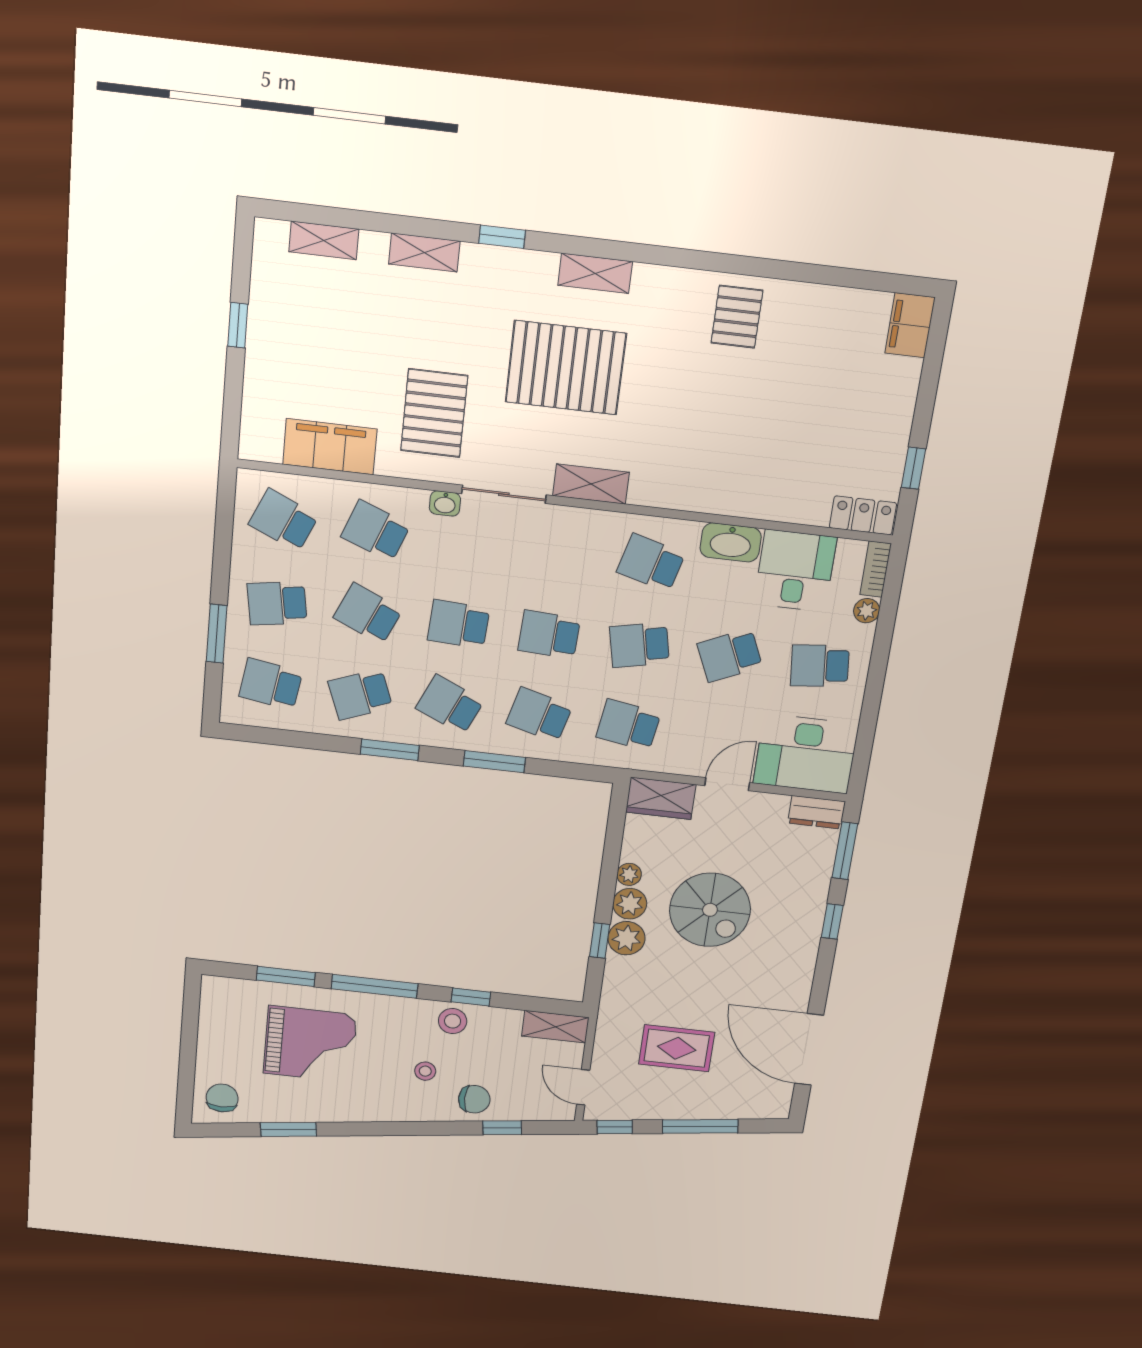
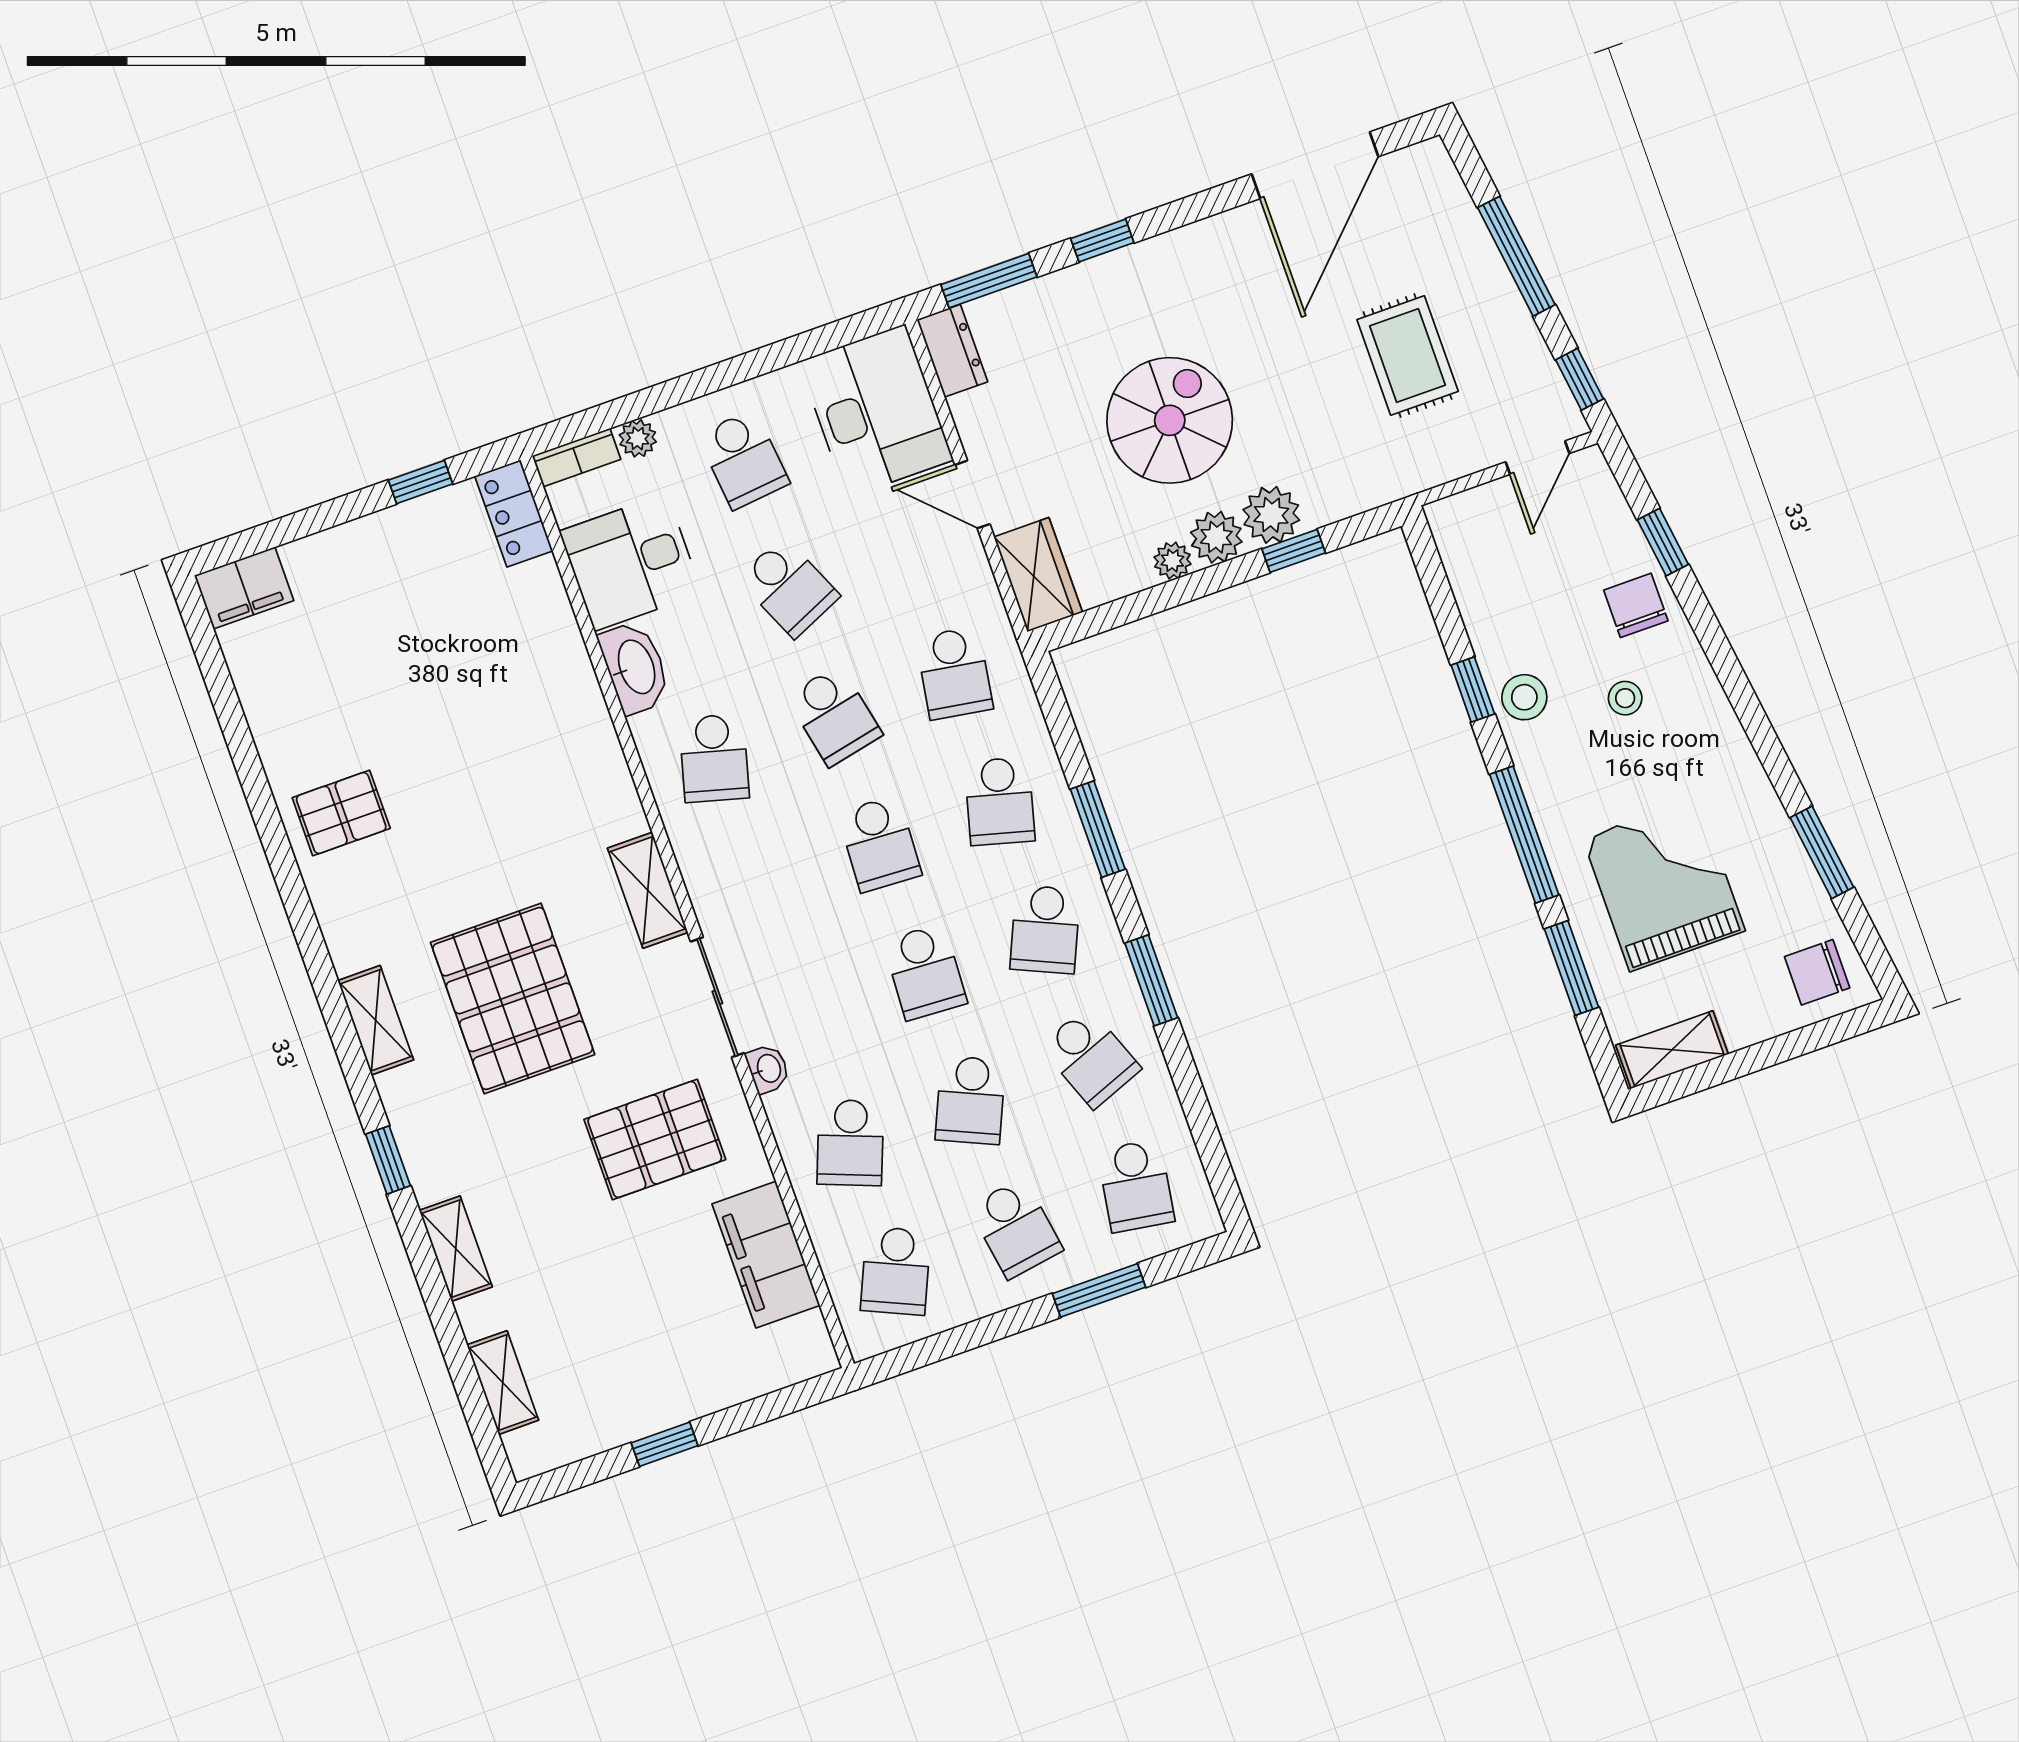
shelving: (555, 1027) -> (1672, 1050), moved, turned 90

